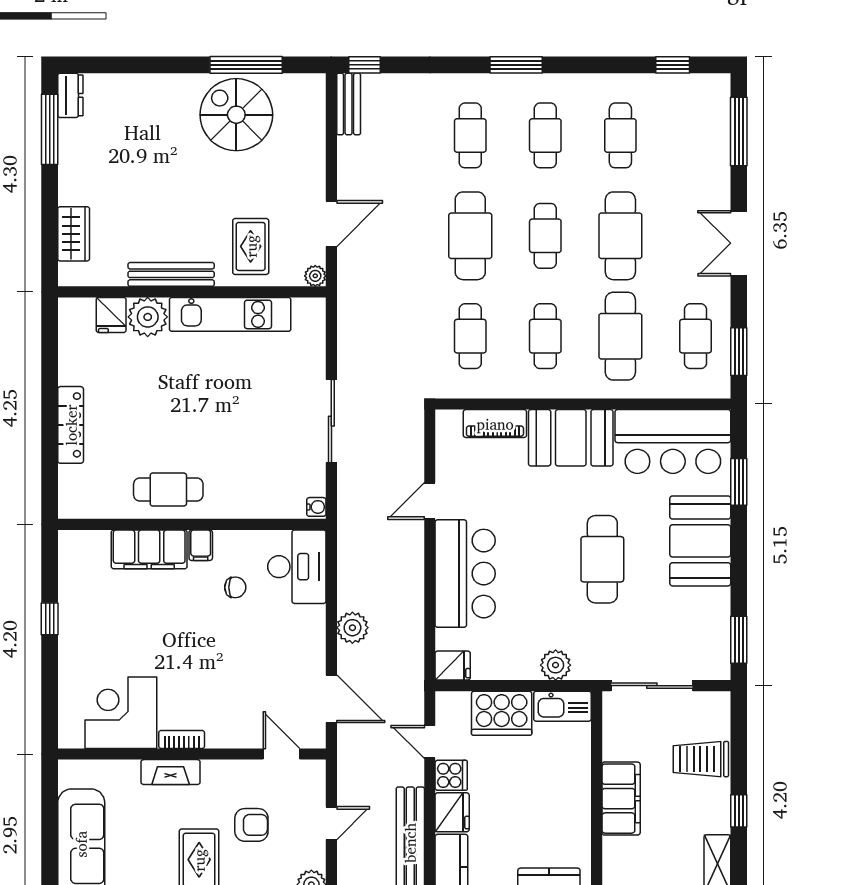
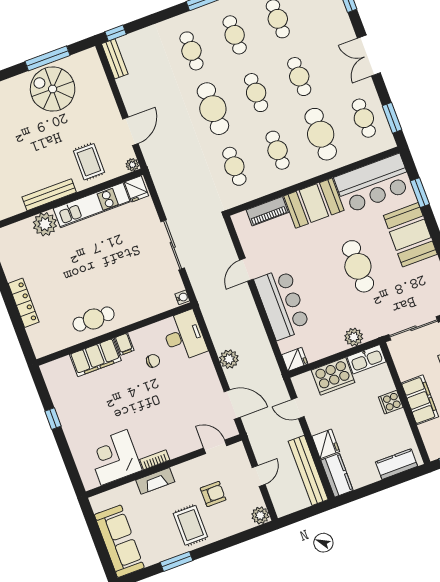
cafe table: (620, 236) -> (299, 77), width x0.73, depth x0.74
fridge: (111, 315) -> (136, 189), moved
cooker: (451, 775) -> (391, 402), moved, turned 180

